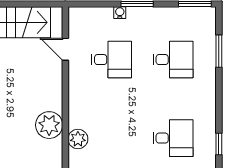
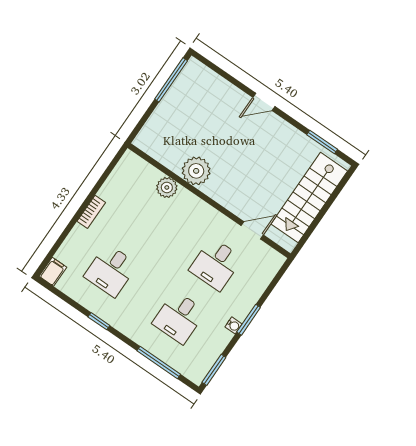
water cooler: (120, 13) -> (233, 325), moved
window: (219, 51) -> (159, 362), width x1.44
window: (219, 144) -> (99, 321), moved

